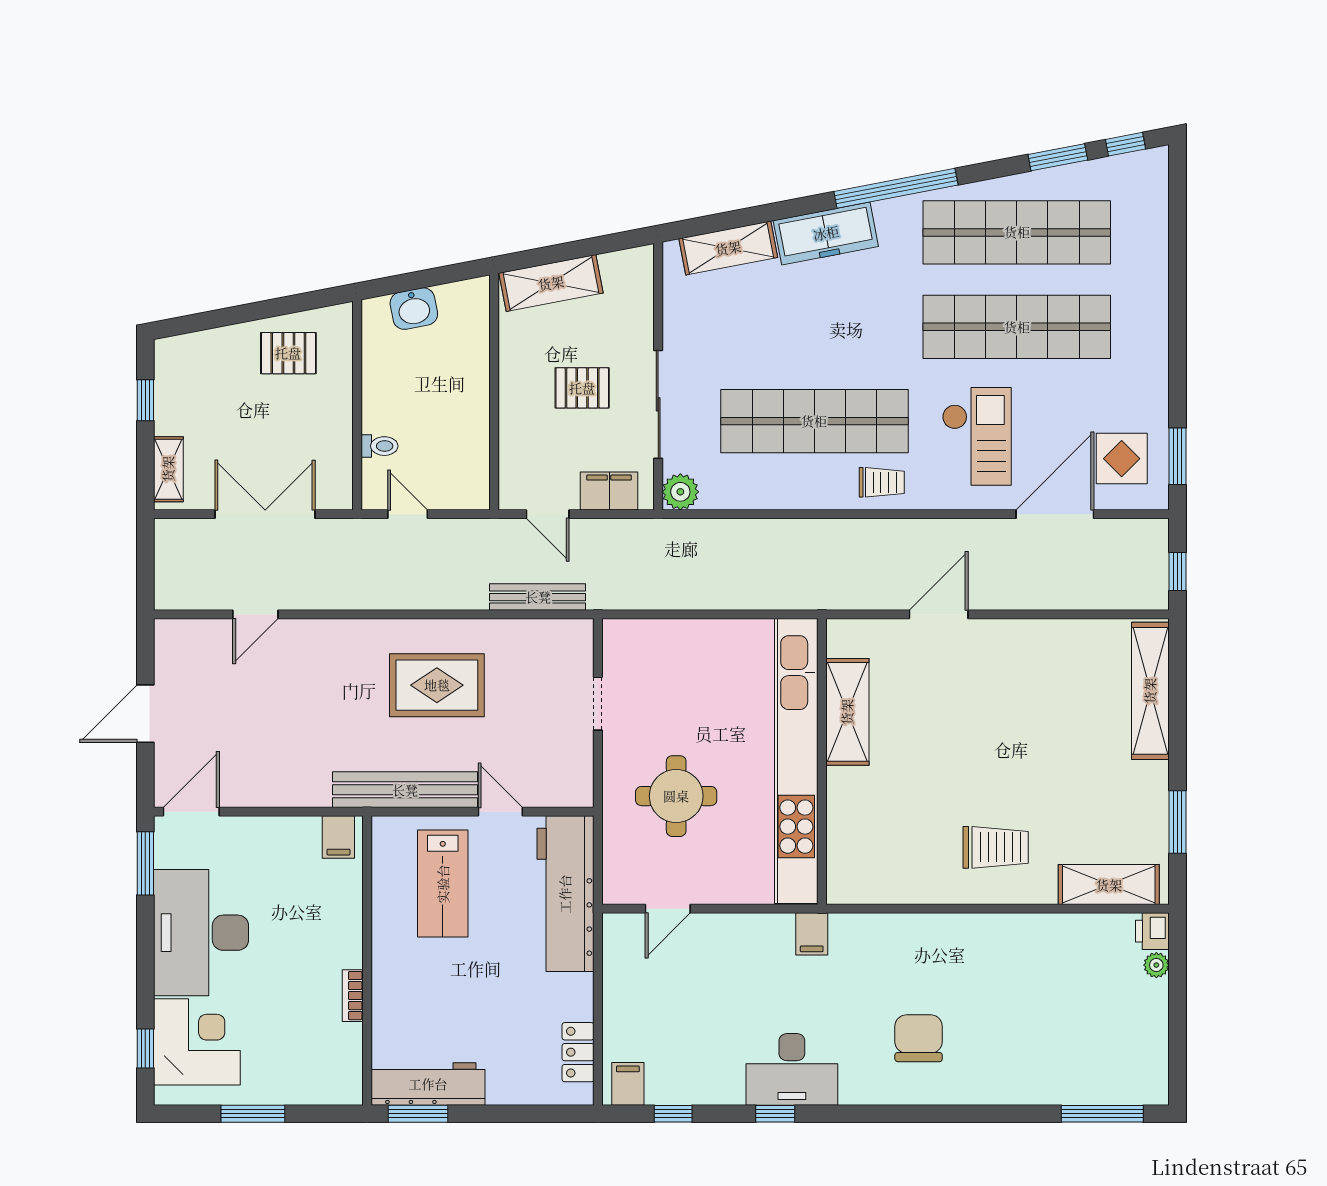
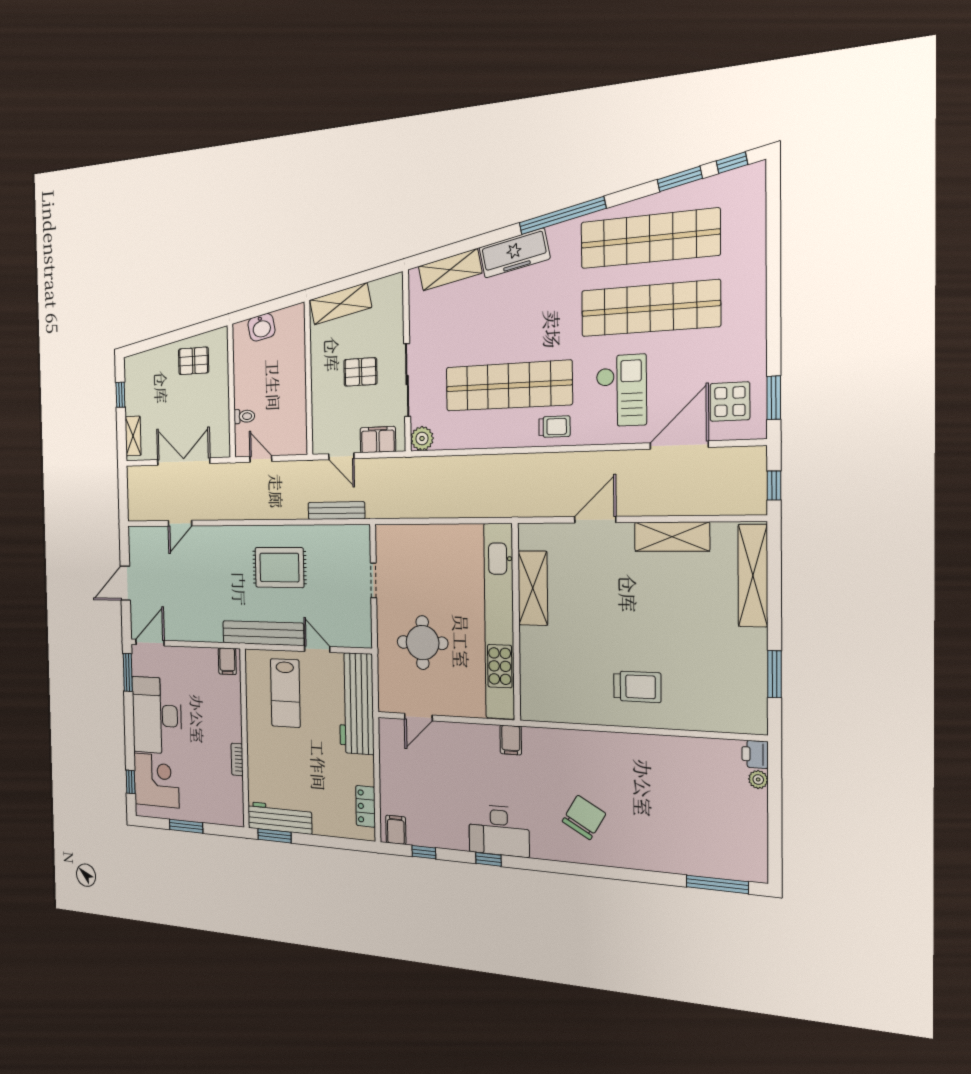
shelving: (1109, 885) -> (672, 537), moved
chair: (919, 1038) -> (584, 817), turned 30

